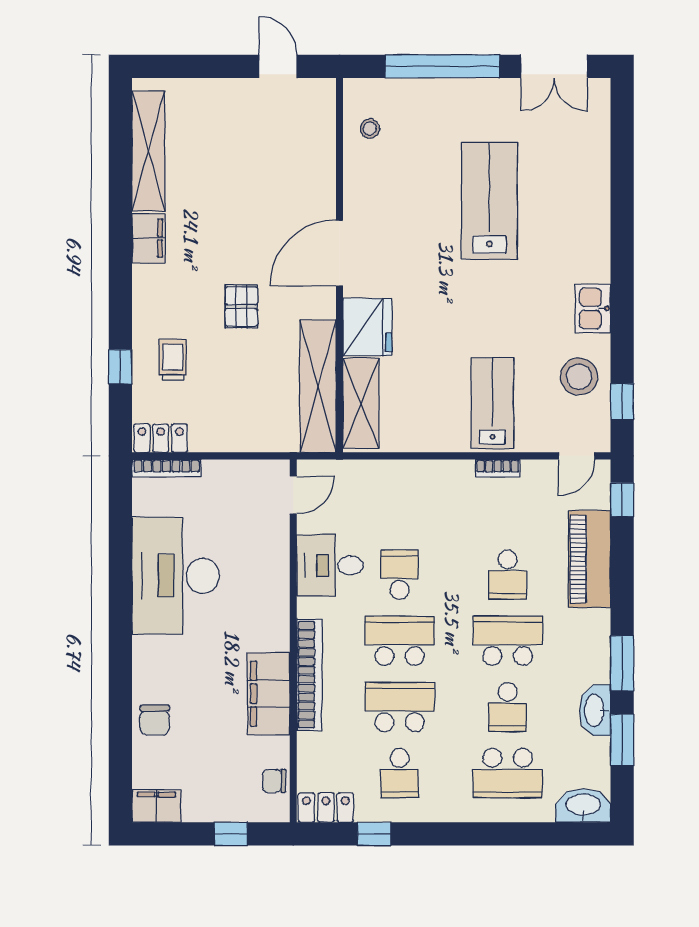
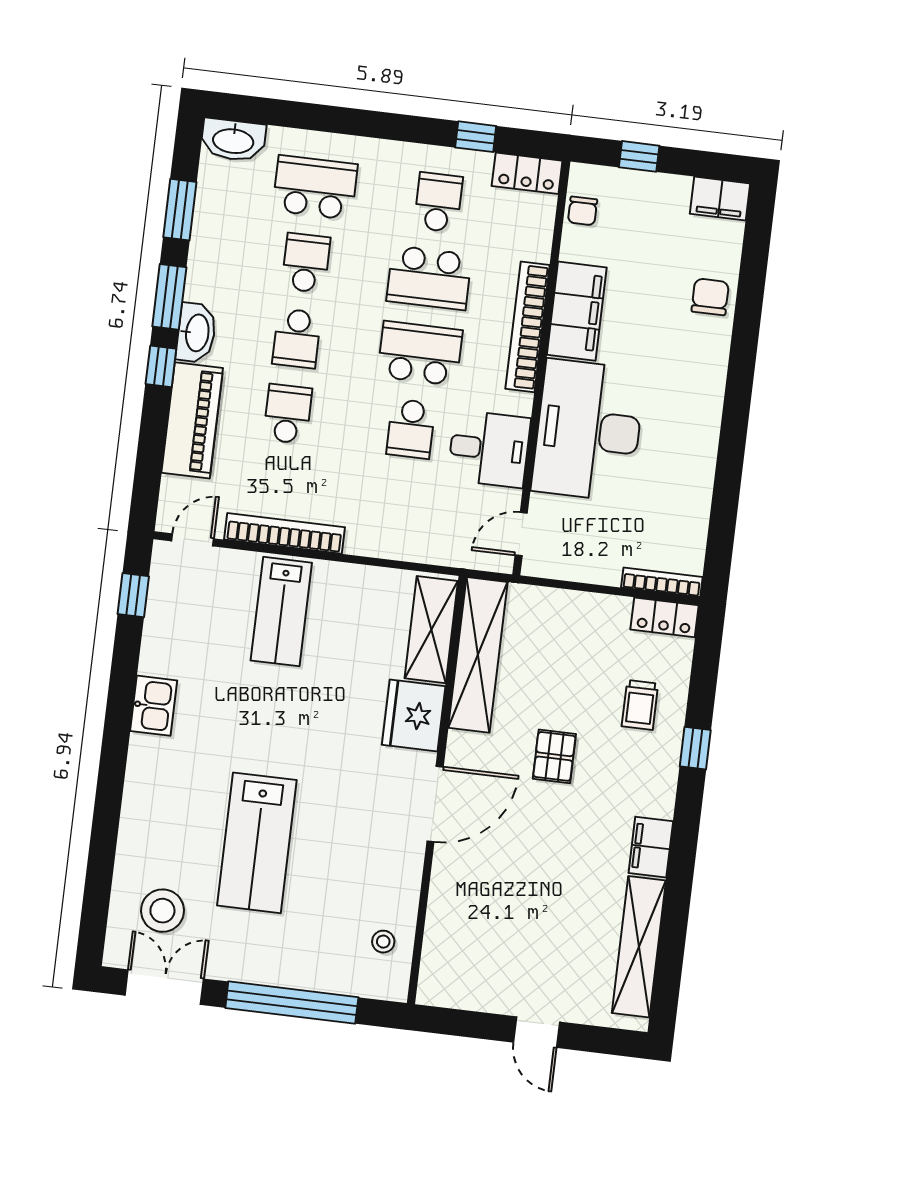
door: (278, 66) -> (536, 1032), moved
window: (120, 367) -> (695, 748), moved
stool: (579, 377) -> (162, 911), moved
bookcase: (498, 468) -> (285, 533), width x2.31, depth x1.31
window: (622, 500) -> (161, 366), moved
desk: (176, 576) -> (588, 430), moved, turned 180
school desk: (400, 641) -> (420, 353), turned 180
school desk: (508, 641) -> (297, 338), width x0.54
washbasin: (595, 710) -> (196, 333), moved
chair: (274, 781) -> (583, 211), turned 90

